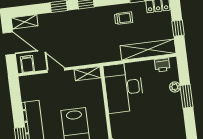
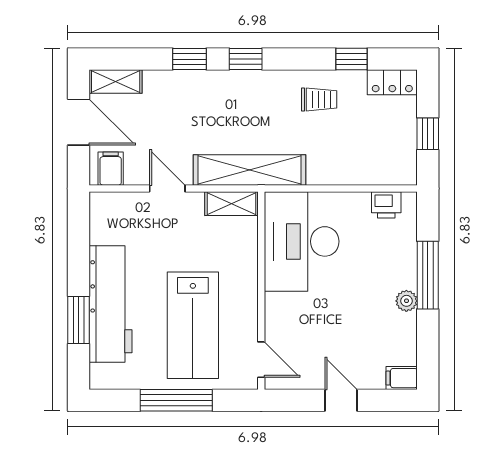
shelving: (148, 50) -> (250, 170), moved
plant: (175, 87) -> (406, 301), moved
window: (187, 96) -> (428, 275), width x1.44

